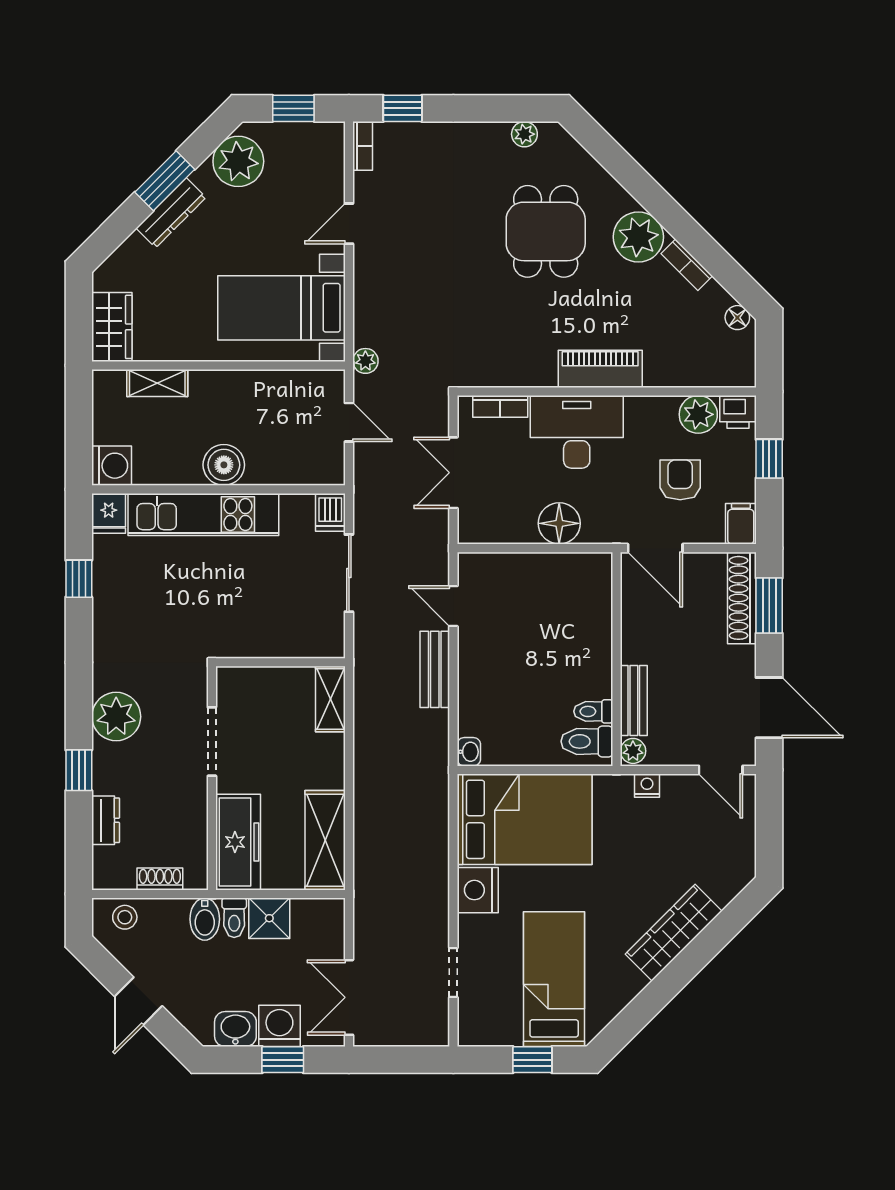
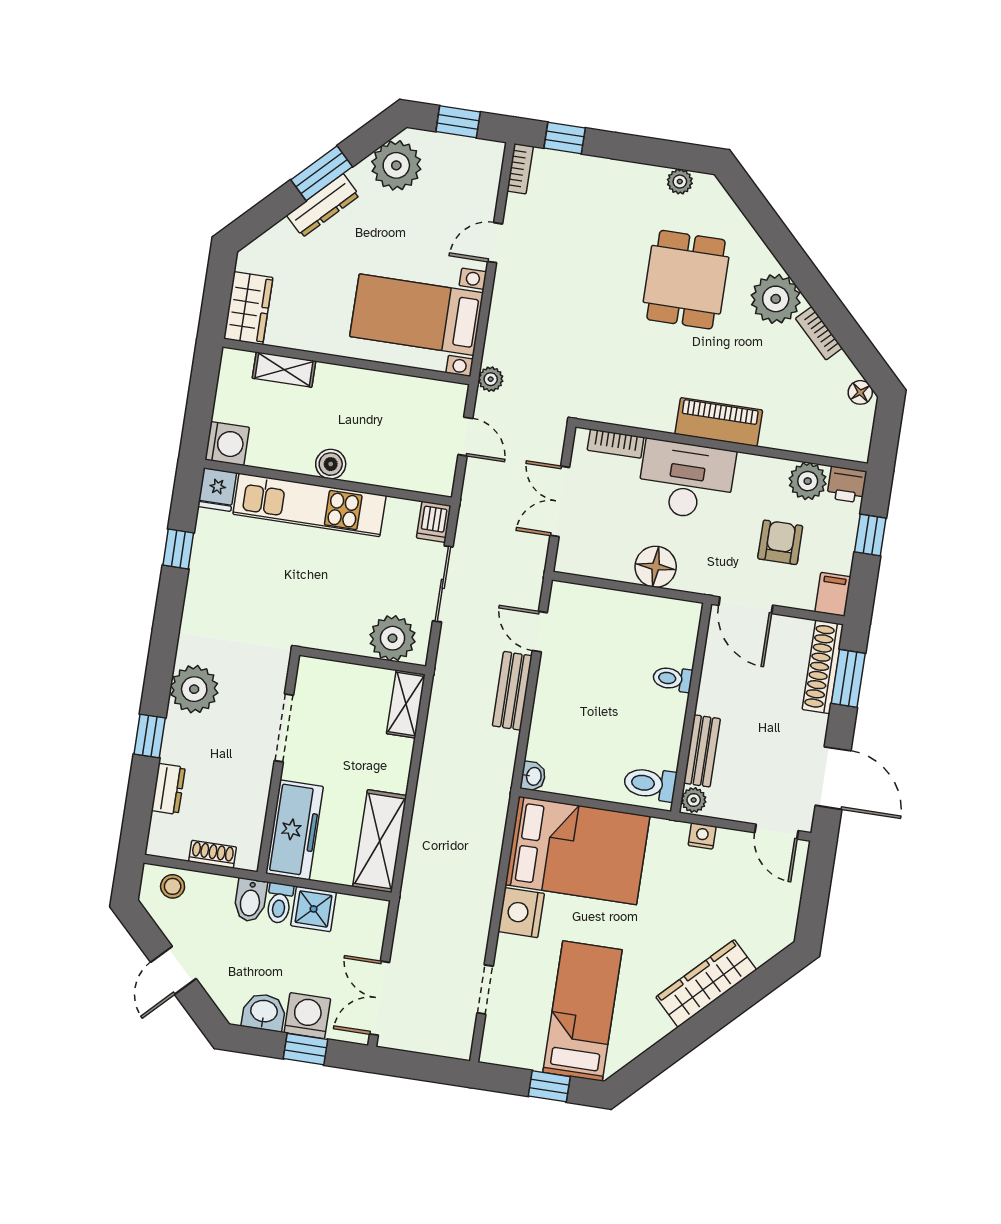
boiler: (224, 465) -> (331, 464), width x0.73, depth x0.73
plant: (307, 635) -> (393, 638), added
toilet: (593, 711) -> (672, 679), moved

